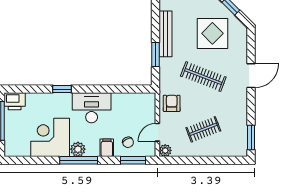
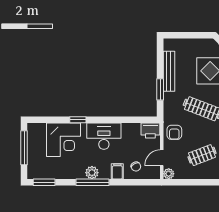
printer: (15, 101) -> (150, 130), moved
armchair: (172, 103) -> (174, 132), turned 180
corner desk: (50, 137) -> (63, 140), moved, turned 180
window: (133, 160) -> (44, 182), moved

